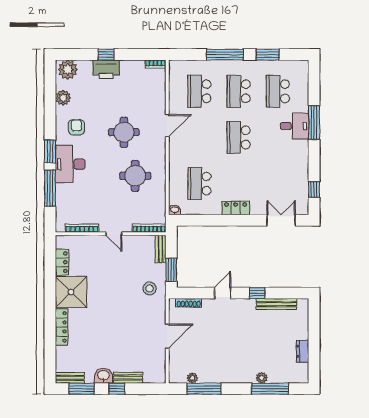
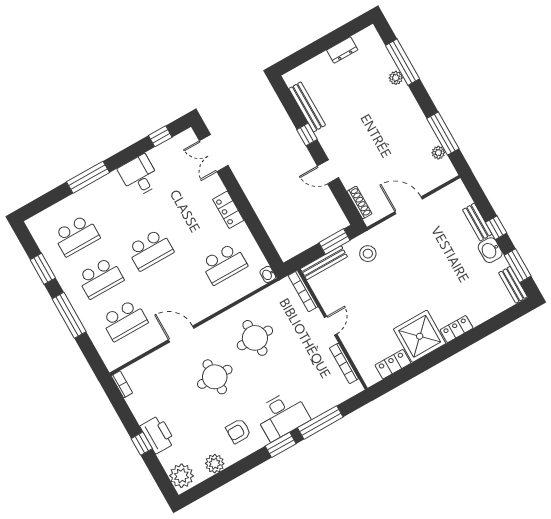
desk: (295, 126) -> (139, 176), moved
bench: (161, 249) -> (324, 263), width x1.36
locker: (61, 327) -> (456, 329), width x0.66

